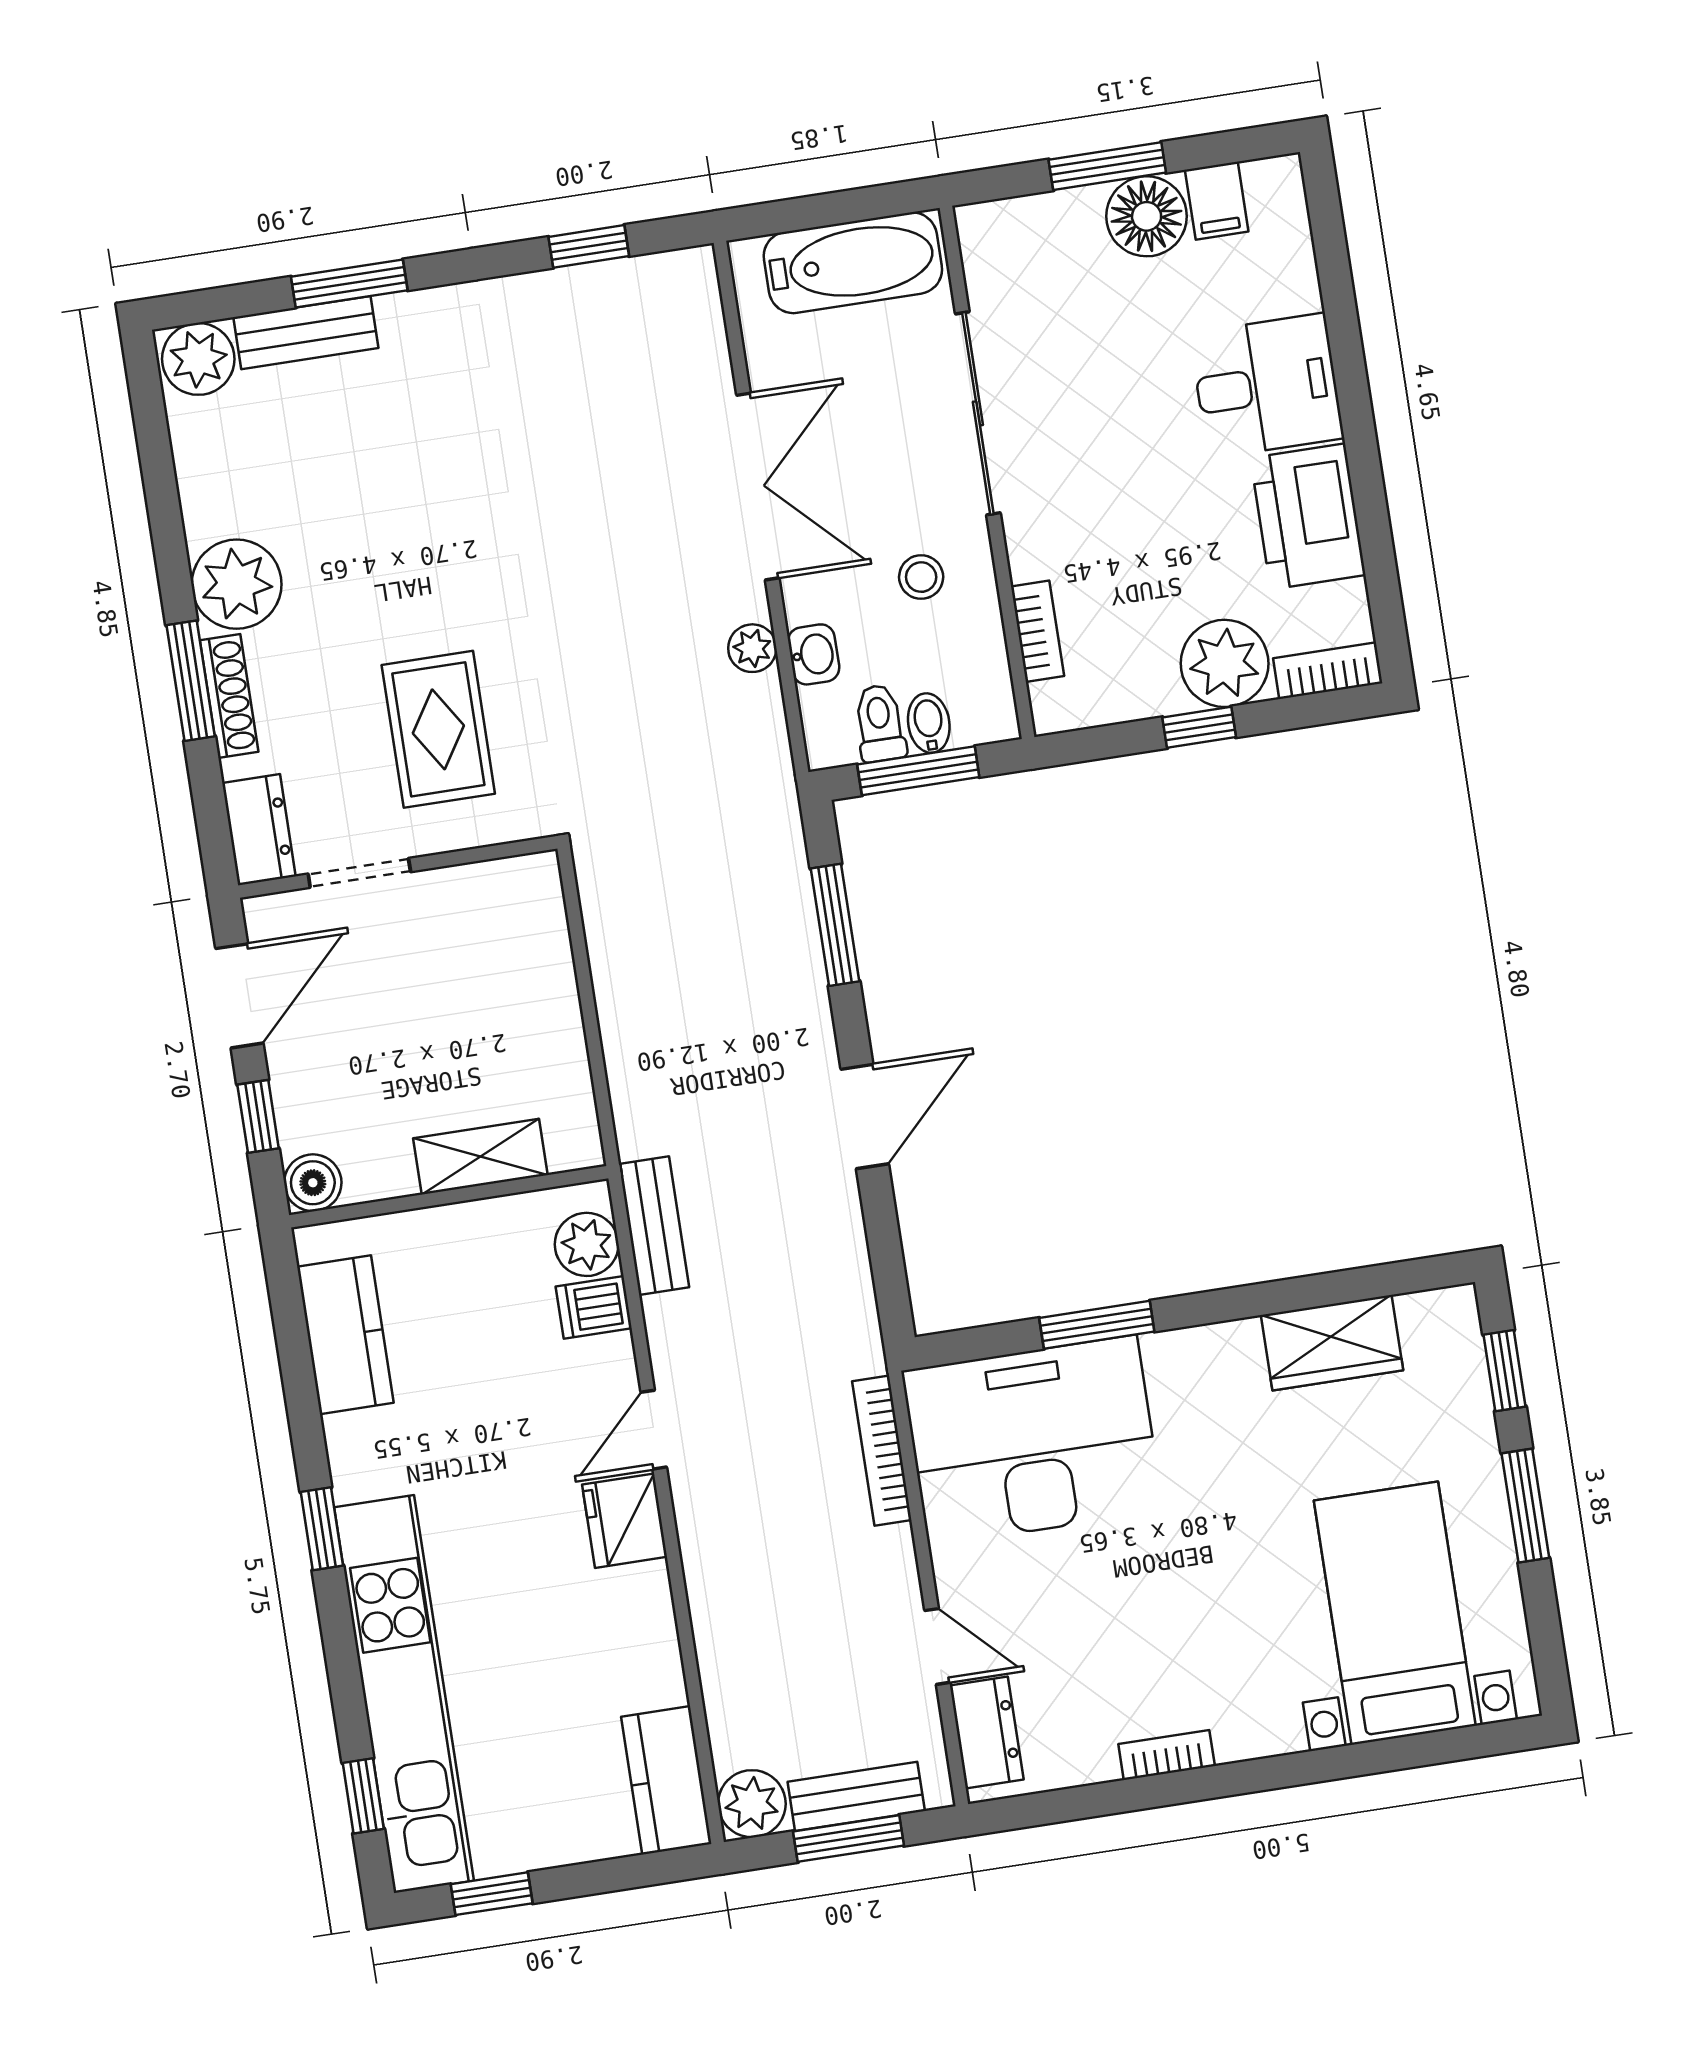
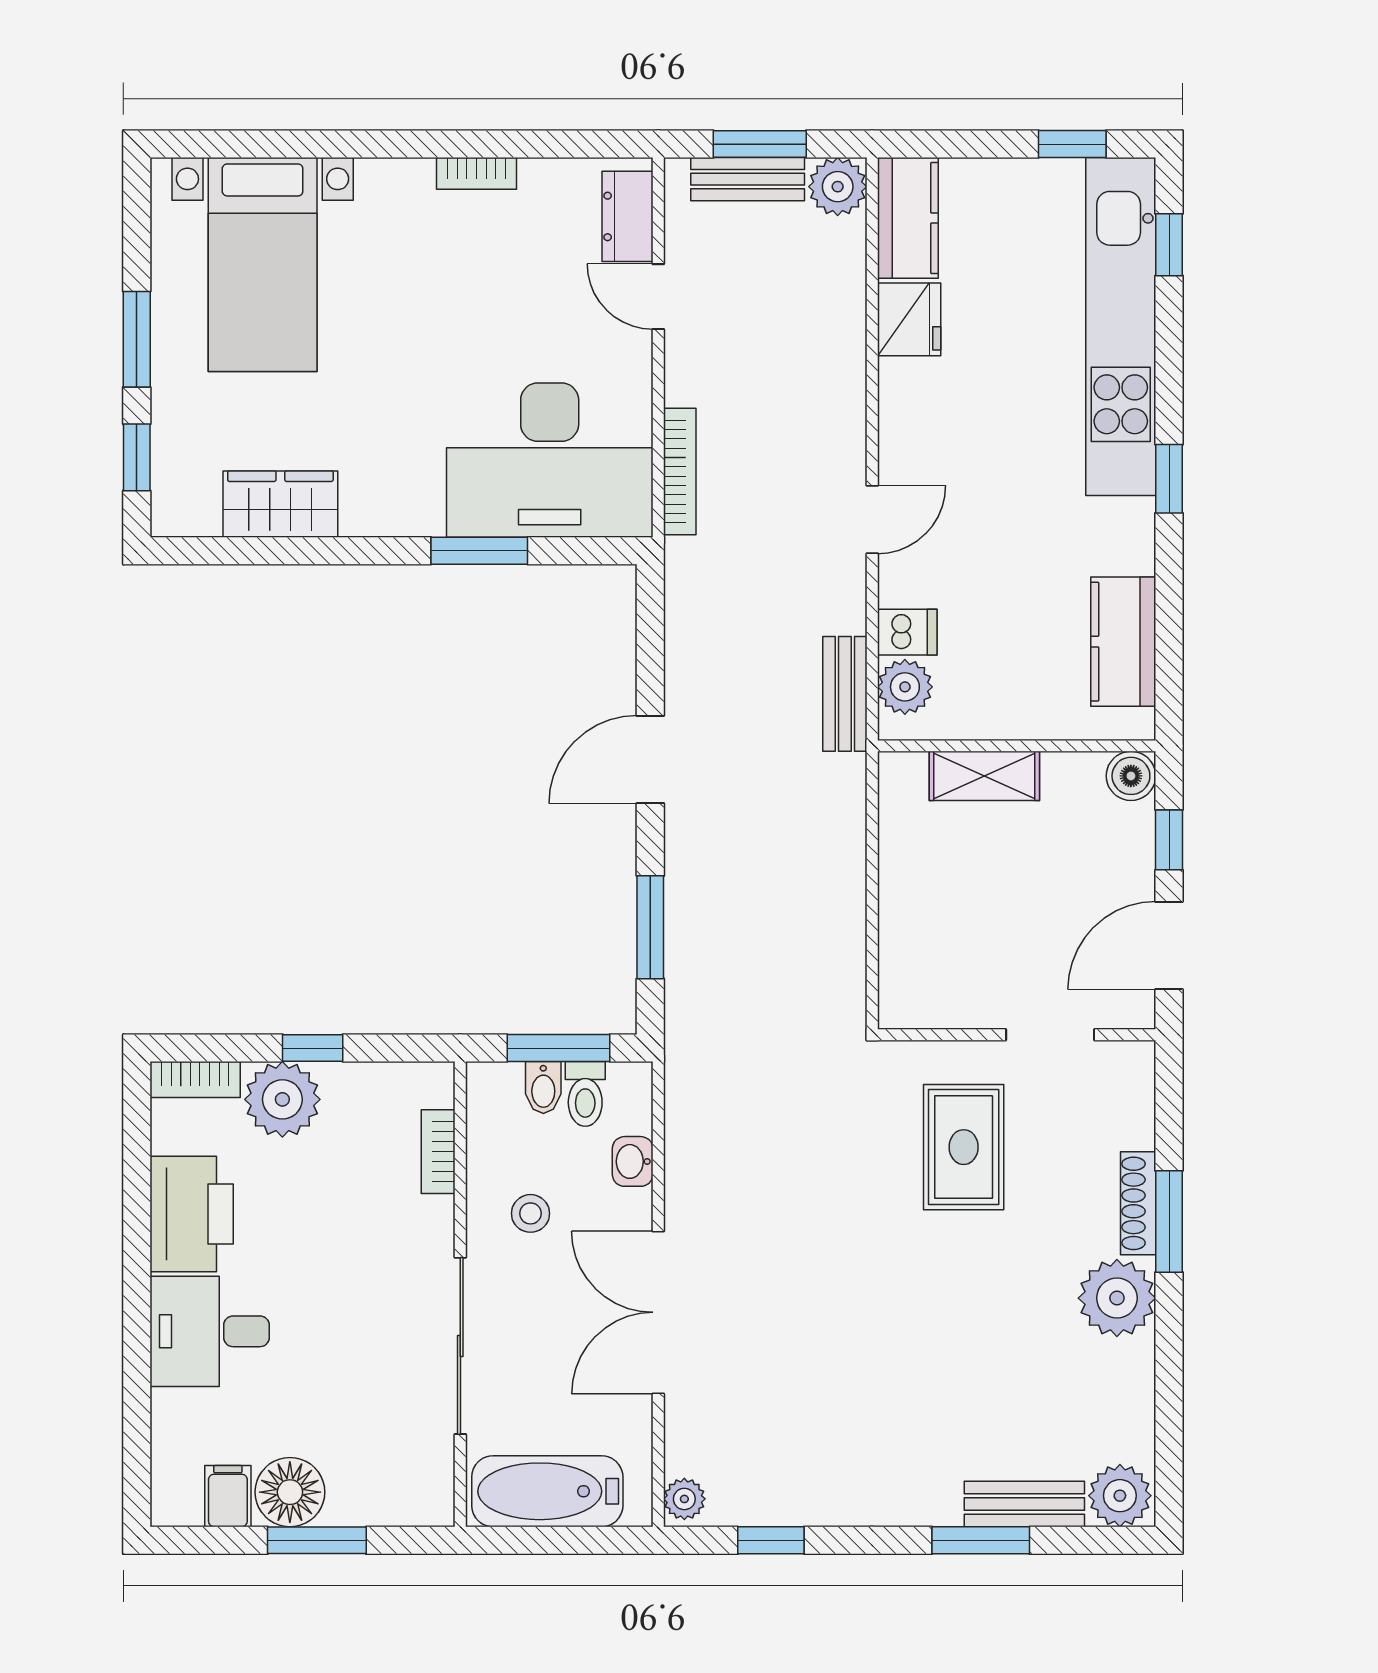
plant: (752, 648) -> (684, 1499), moved
dresser: (259, 830) -> (1130, 1085), removed
fridge: (625, 1521) -> (909, 319), moved

